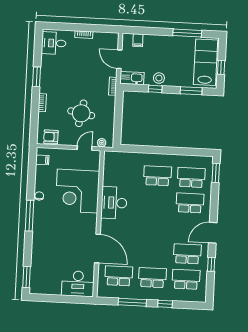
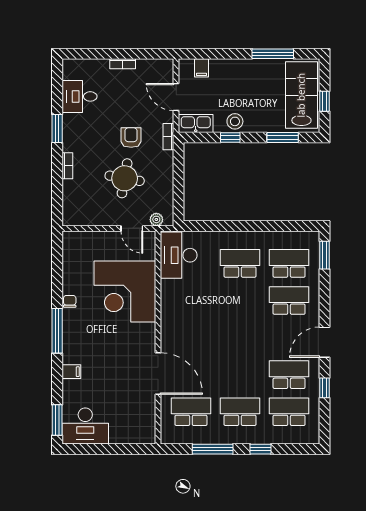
desk: (54, 43) -> (79, 96), moved
armchair: (51, 137) -> (131, 138), moved, turned 90
door: (85, 148) -> (132, 228), swing flipped
filing cabinet: (42, 160) -> (71, 372), moved
desk: (114, 203) -> (179, 255), moved
desk: (78, 284) -> (85, 426), moved

